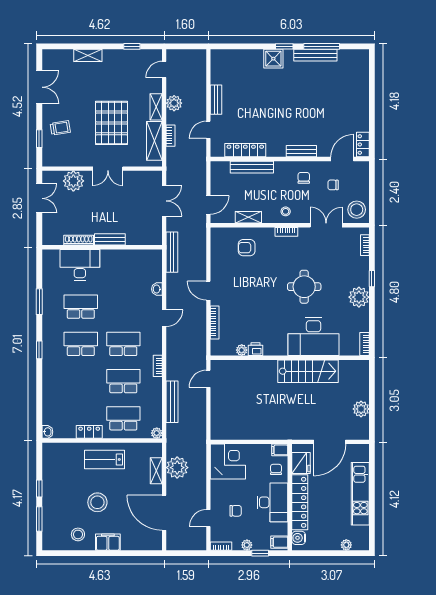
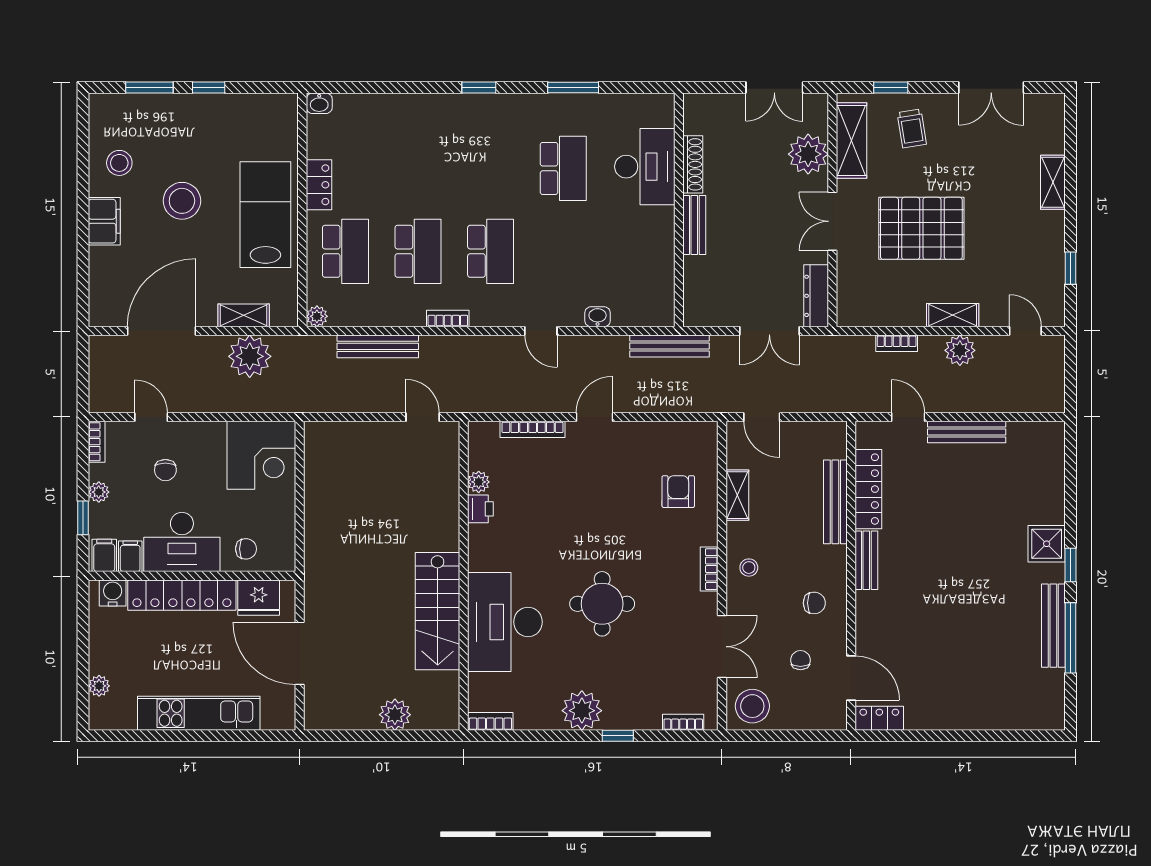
bench: (216, 100) -> (967, 432), width x1.36
shelving: (154, 141) -> (852, 140), moved, turned 90
bench: (301, 151) -> (866, 560), moved
dresser: (146, 177) -> (816, 296), added
school desk: (81, 344) -> (491, 168), removed
plant: (361, 409) -> (395, 715), moved
filing cabinet: (280, 450) -> (130, 556), moved
lab bench: (105, 459) -> (265, 215), width x1.36, depth x1.39

